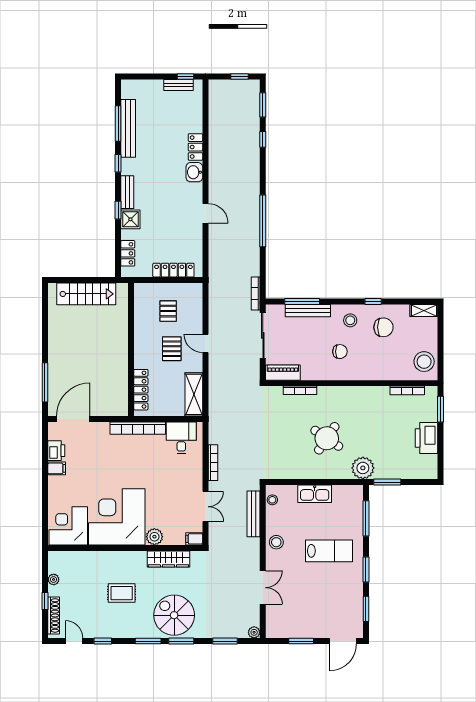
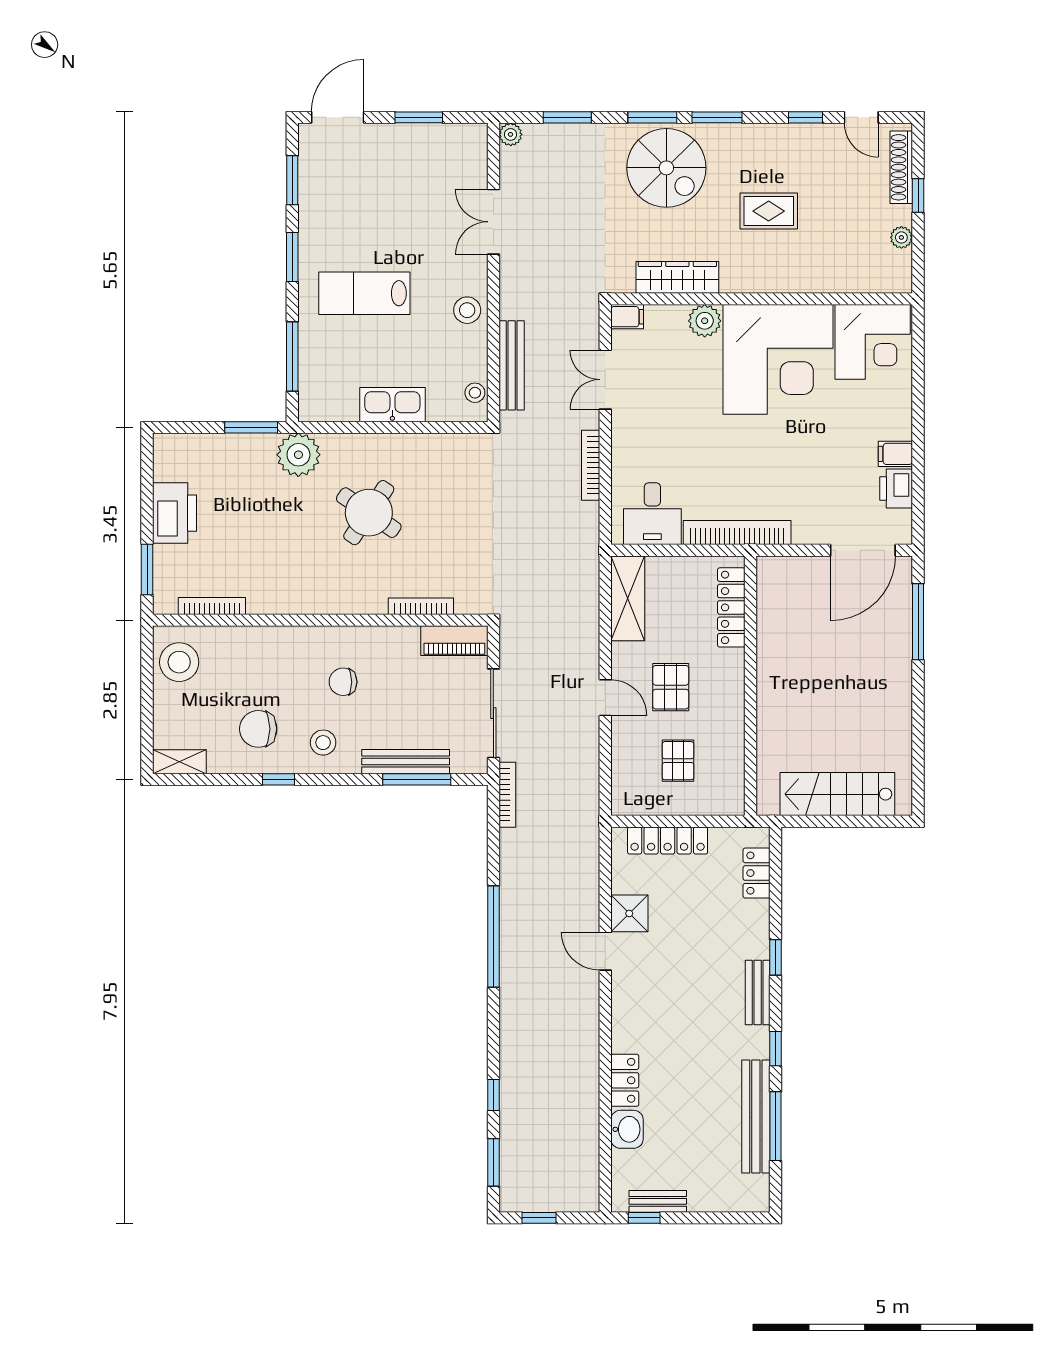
washbasin: (194, 172) -> (627, 1129), moved
shower: (130, 219) -> (629, 913), moved

